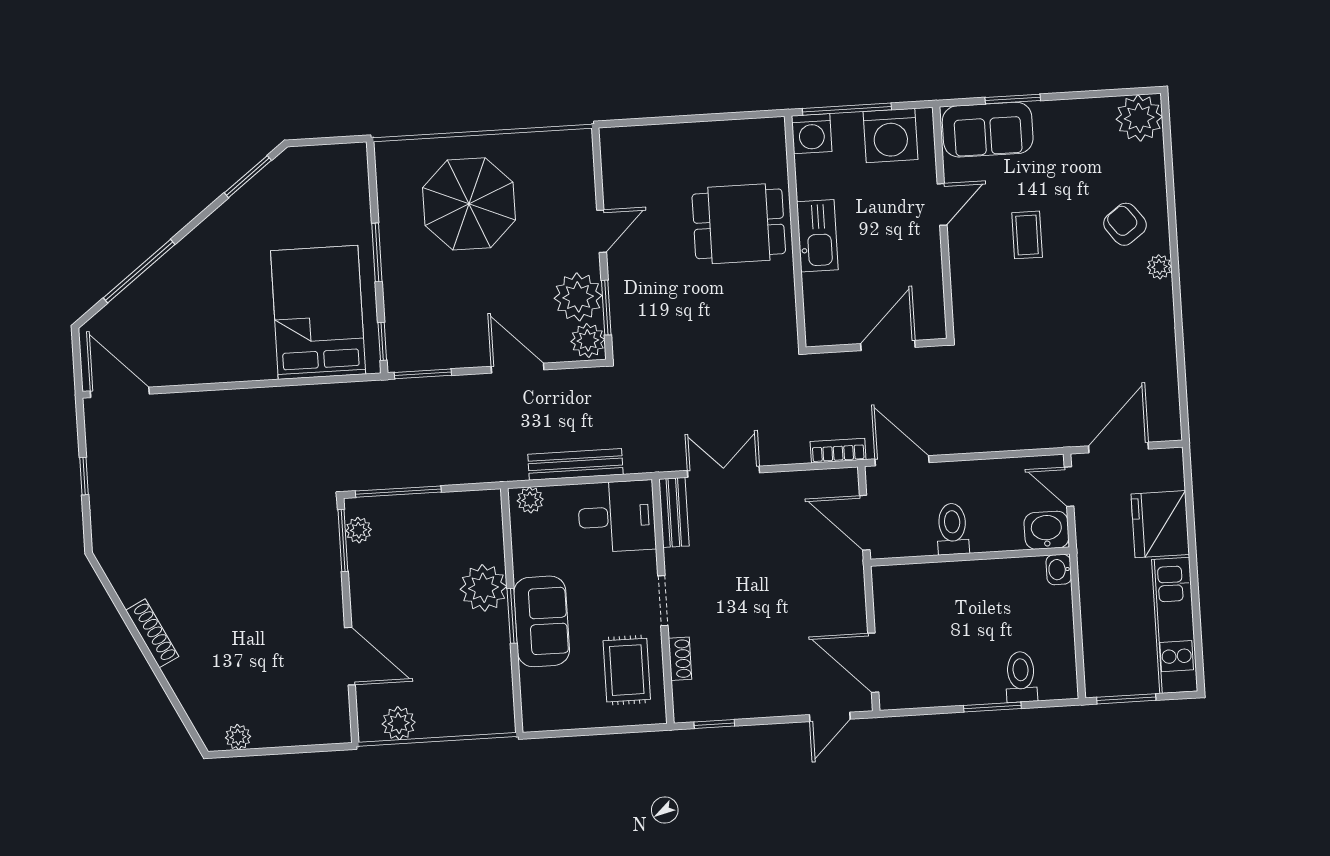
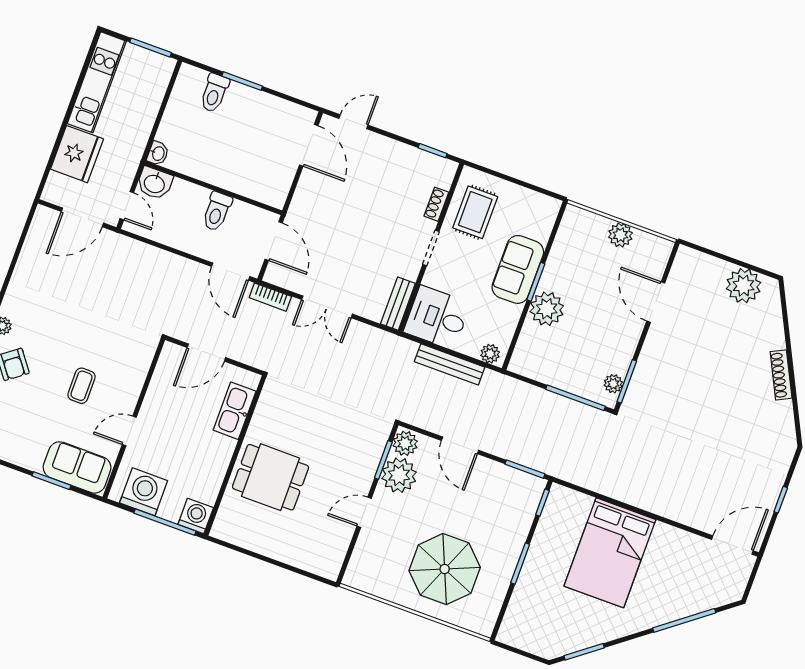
kitchen sink: (817, 236) -> (235, 411), moved
bed: (318, 312) -> (610, 553), moved
door: (120, 392) -> (732, 545), swing flipped
double door: (723, 472) -> (327, 307), moved
plant: (399, 723) -> (620, 235), moved
plant: (238, 737) -> (744, 286), width x1.88, depth x1.88

